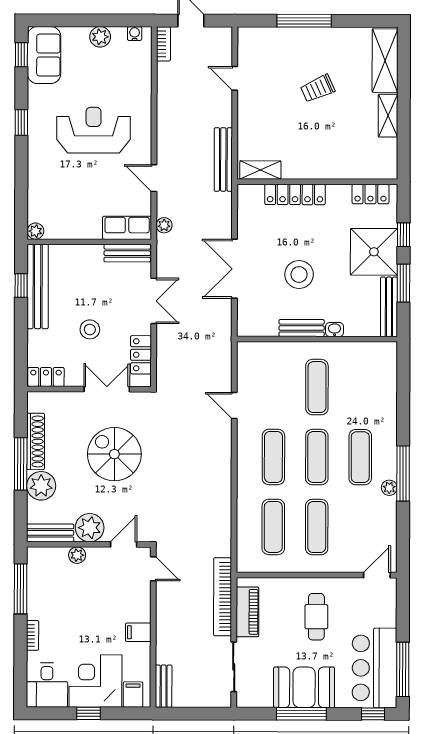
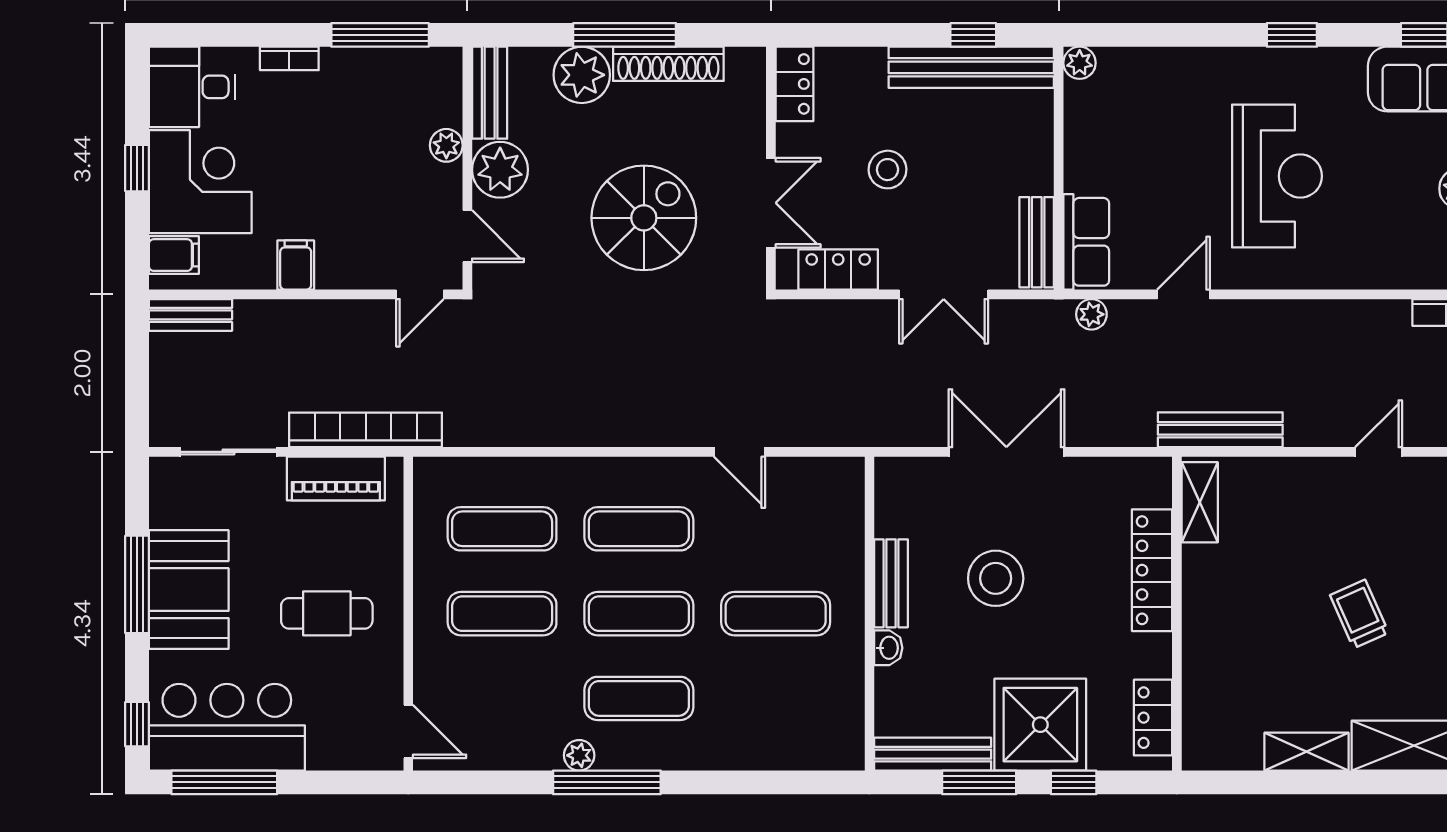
door: (234, 405) -> (739, 452), swing flipped

